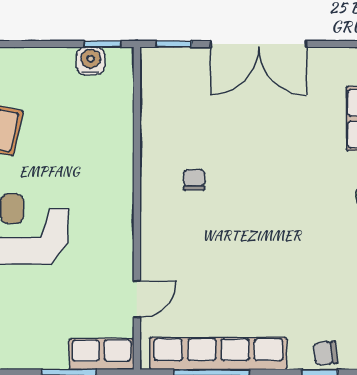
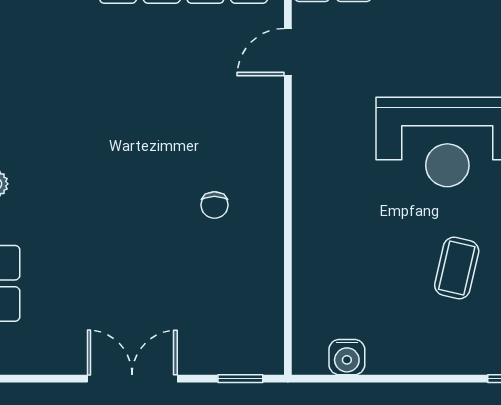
window: (103, 44) -> (332, 379), removed
double door: (259, 44) -> (132, 379), width x0.73

